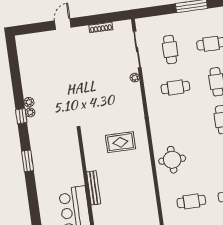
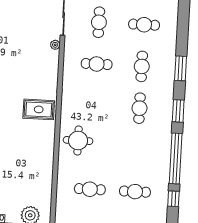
rug: (120, 142) -> (39, 109), moved

